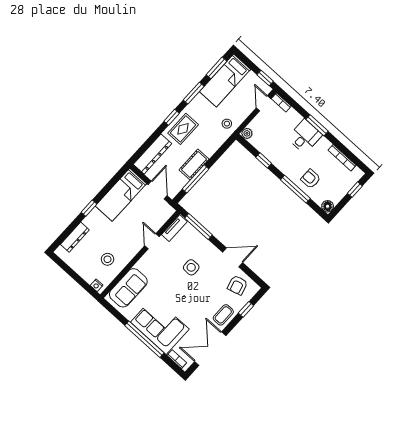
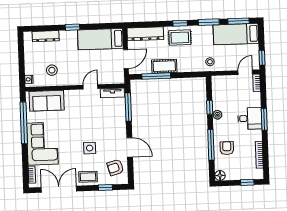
plant: (247, 133) -> (217, 115), moved
side table: (191, 267) -> (90, 148), moved
window: (144, 339) -> (24, 123), moved

